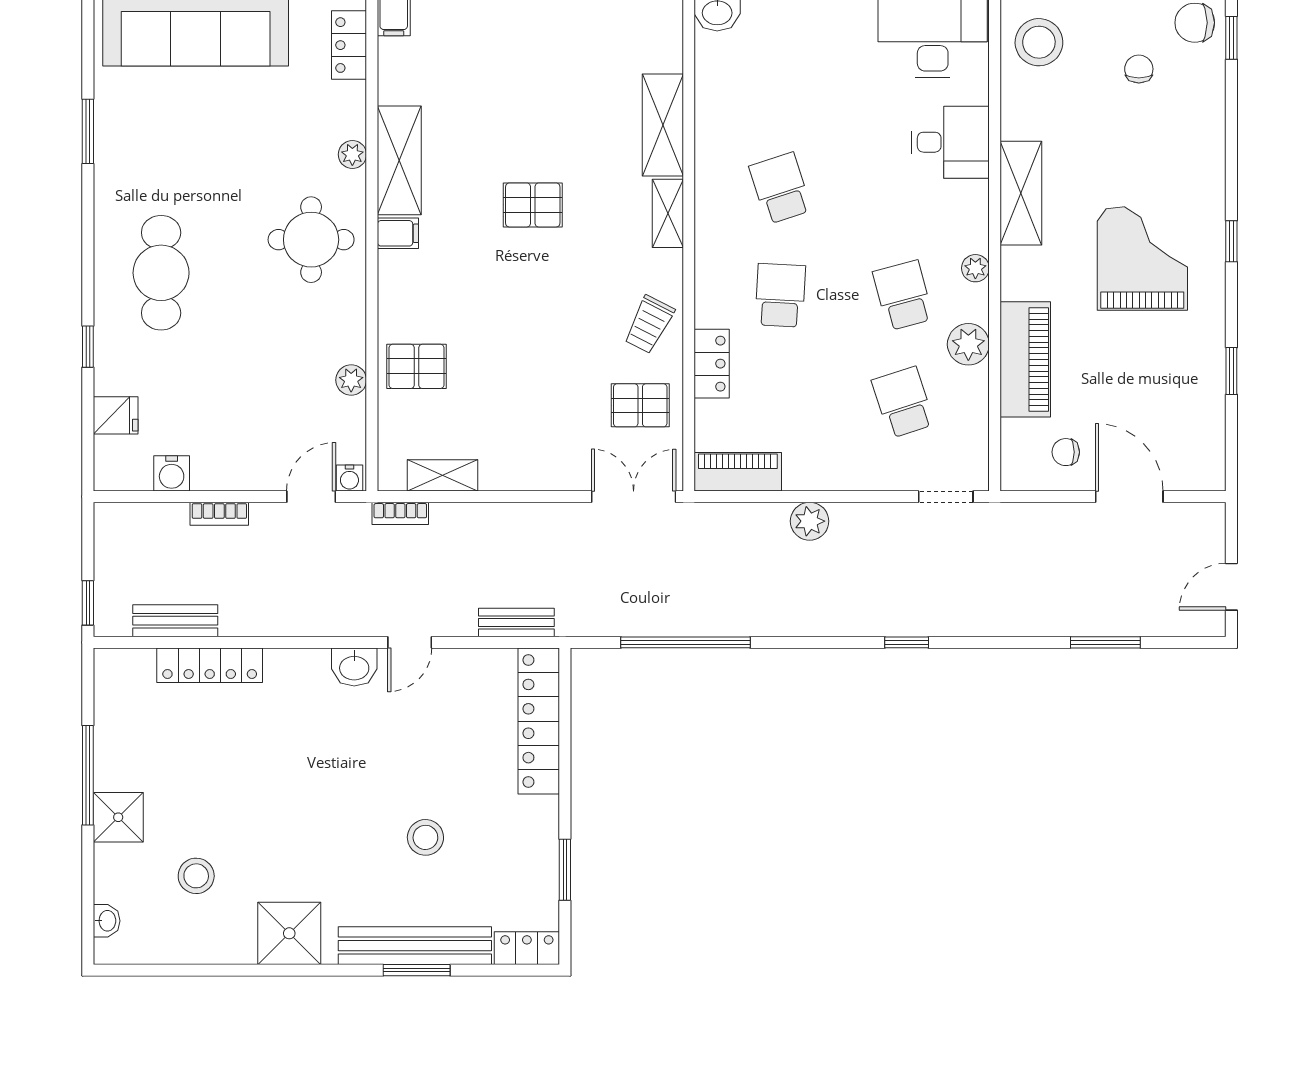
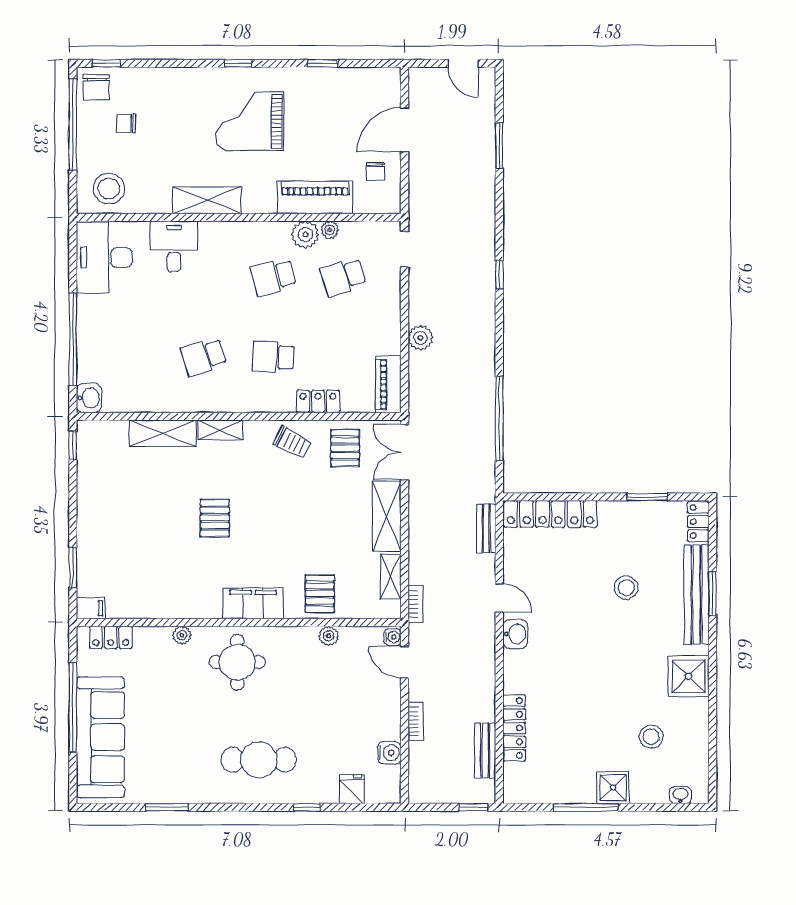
shelving: (399, 160) -> (387, 516), moved, turned 90
filing cabinet: (398, 233) -> (253, 603), width x3.00, depth x1.17
plant: (975, 268) -> (330, 230), moved

